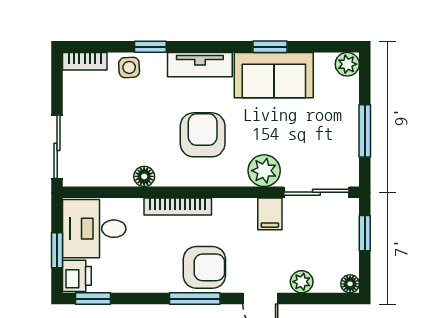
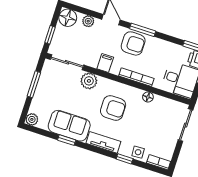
armchair: (203, 135) -> (113, 108), turned -90
filing cabinet: (270, 214) -> (105, 63), moved
armchair: (204, 267) -> (133, 43), turned 180
floor lamp: (350, 284) -> (68, 18), width x1.89, depth x1.89

